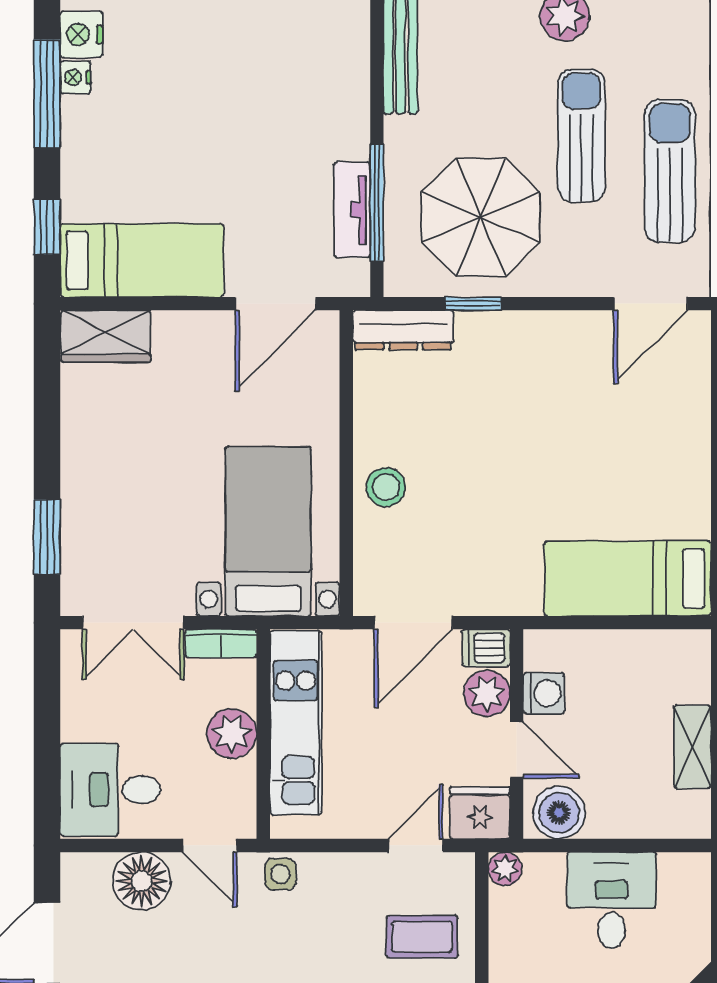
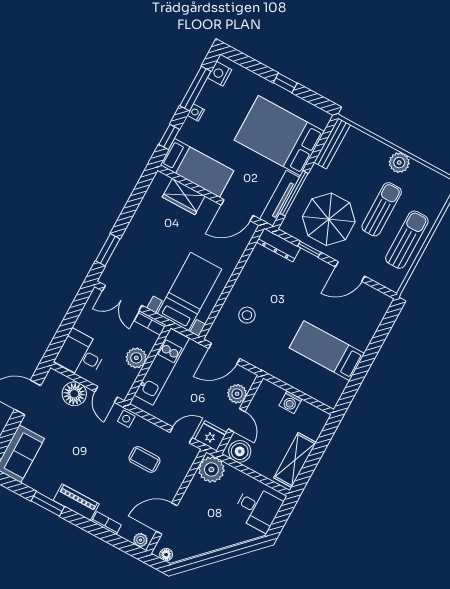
nightstand: (75, 77) -> (196, 112), moved
bed: (279, 97) -> (279, 136), added
tv unit: (352, 210) -> (280, 198), width x1.41
door: (650, 304) -> (350, 271), moved
wardrobe: (106, 336) -> (184, 196), moved
stool: (386, 487) -> (247, 315), moved
bed: (628, 579) -> (327, 351), moved
dishwasher: (486, 648) -> (246, 377), removed
washing machine: (544, 693) -> (291, 402), moved, turned 90
shelving: (692, 747) -> (295, 460), width x1.50, depth x1.33
plant: (505, 869) -> (211, 469), width x1.88, depth x1.88
desk: (612, 900) -> (258, 508), moved, turned 90
coffee table: (422, 937) -> (144, 459), moved

